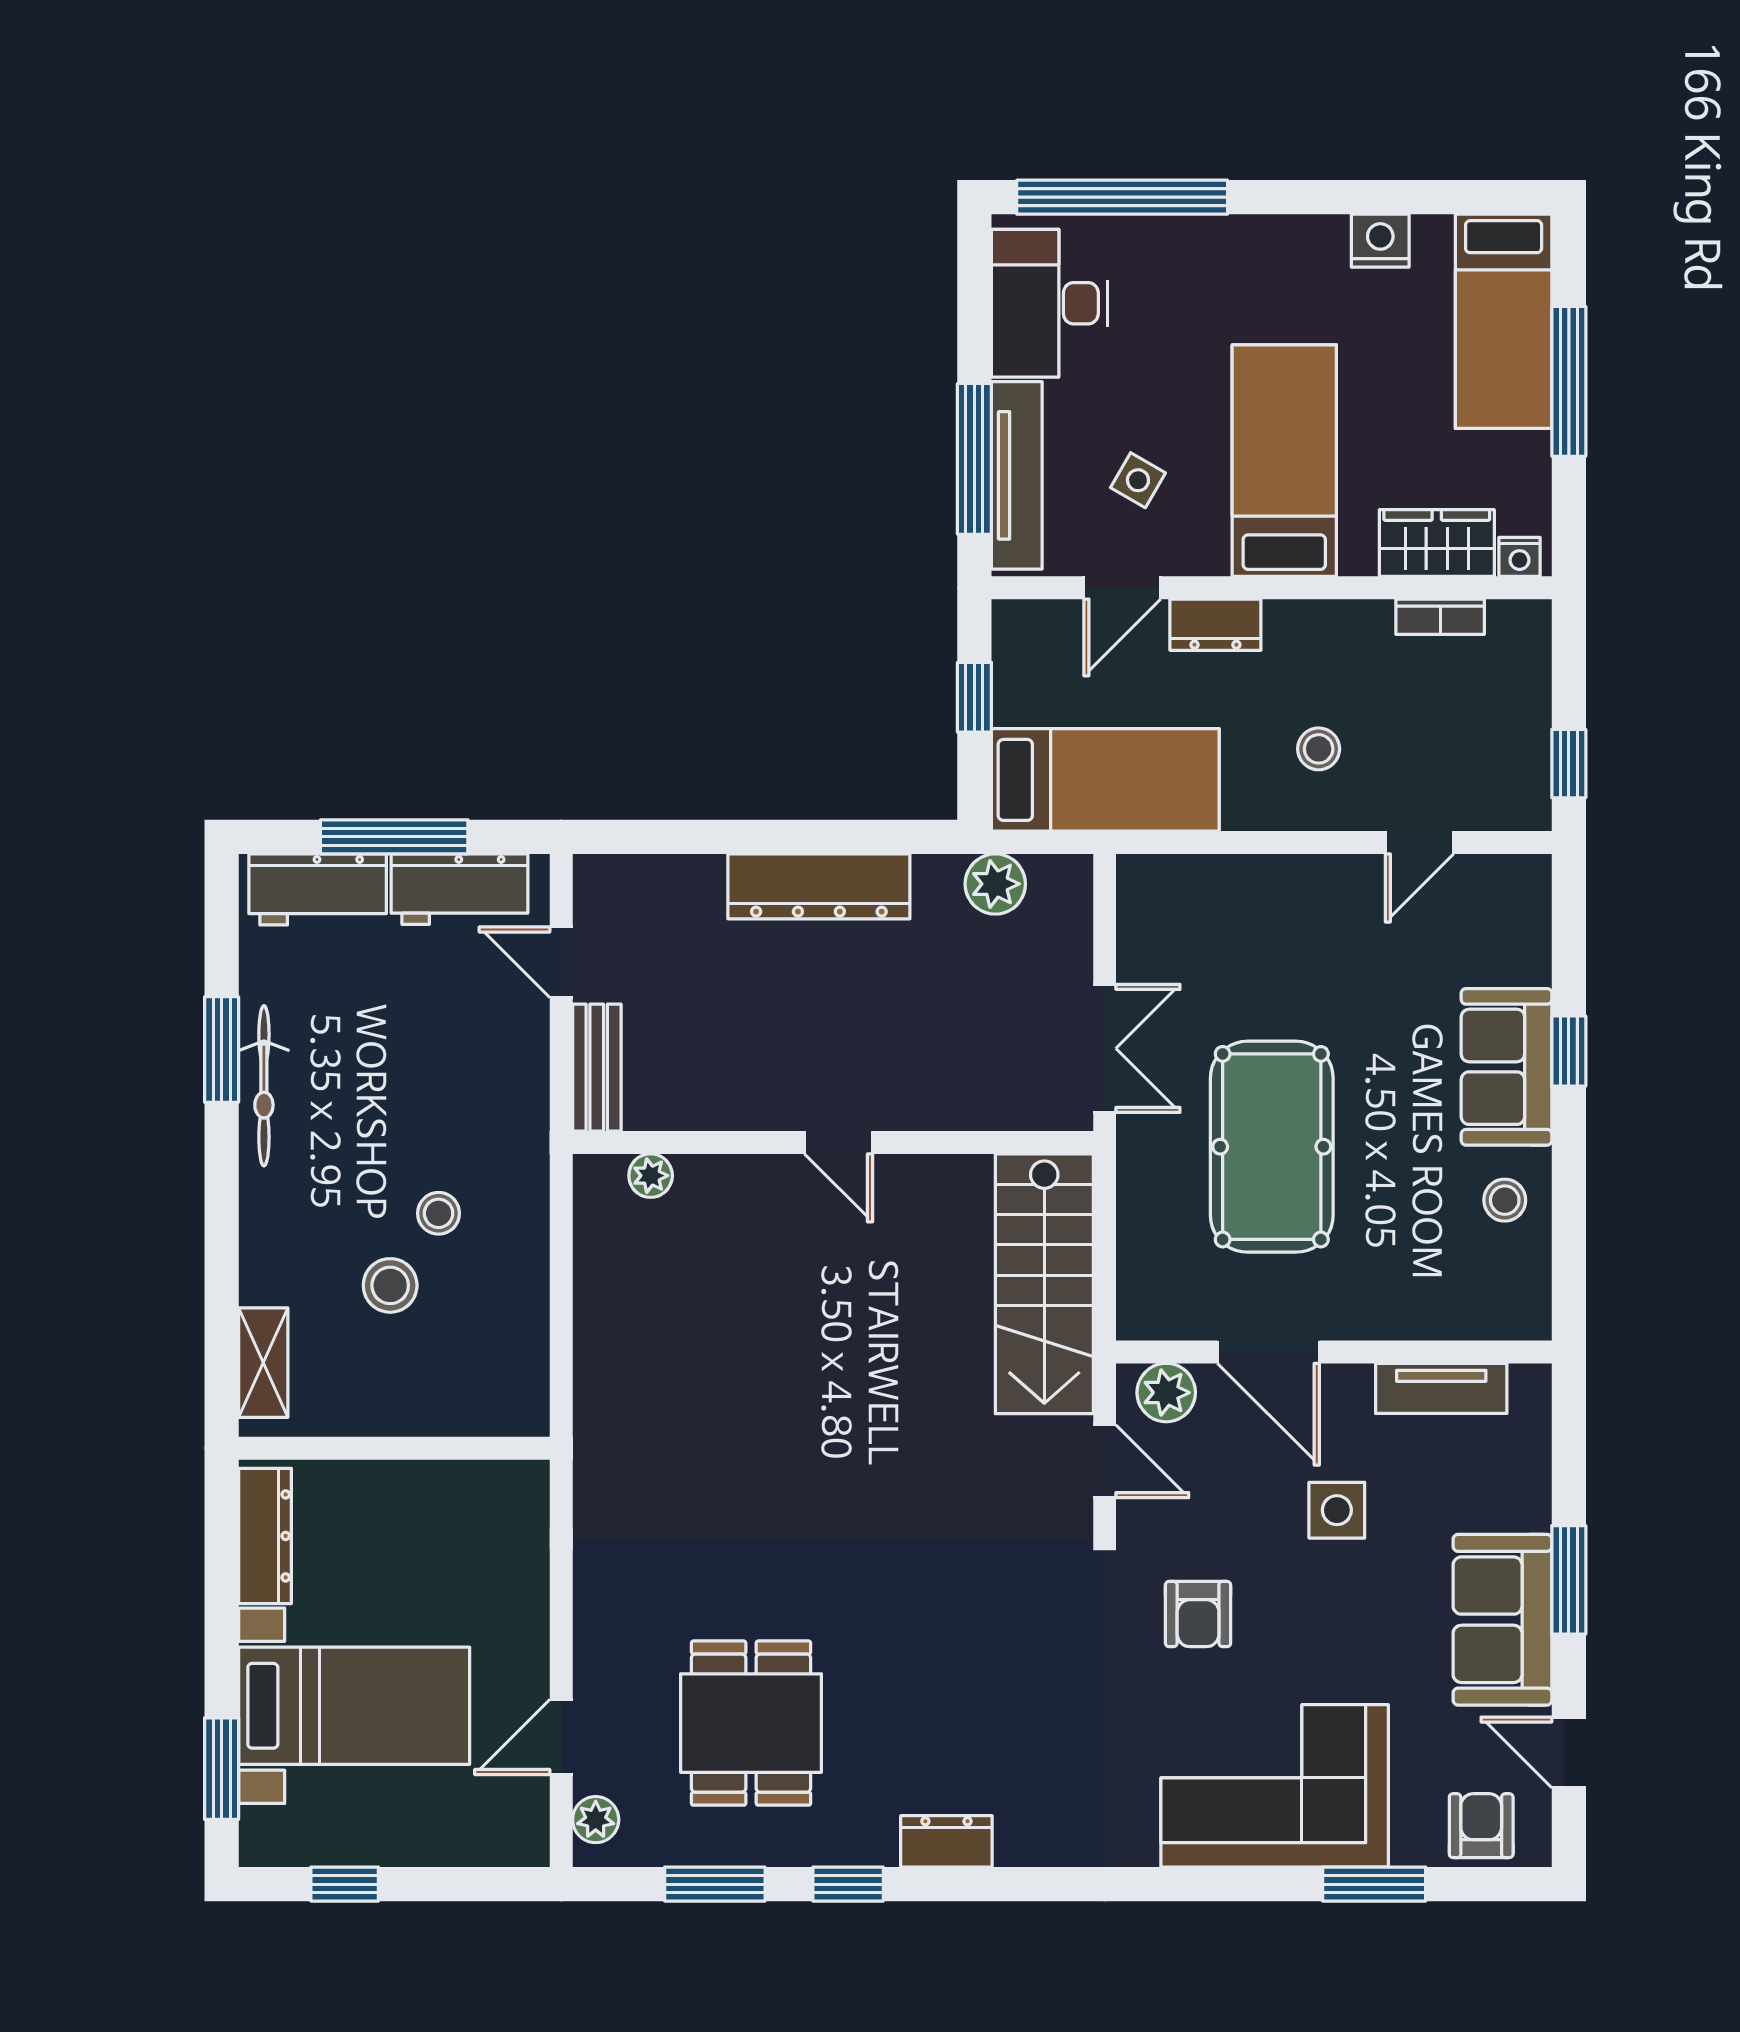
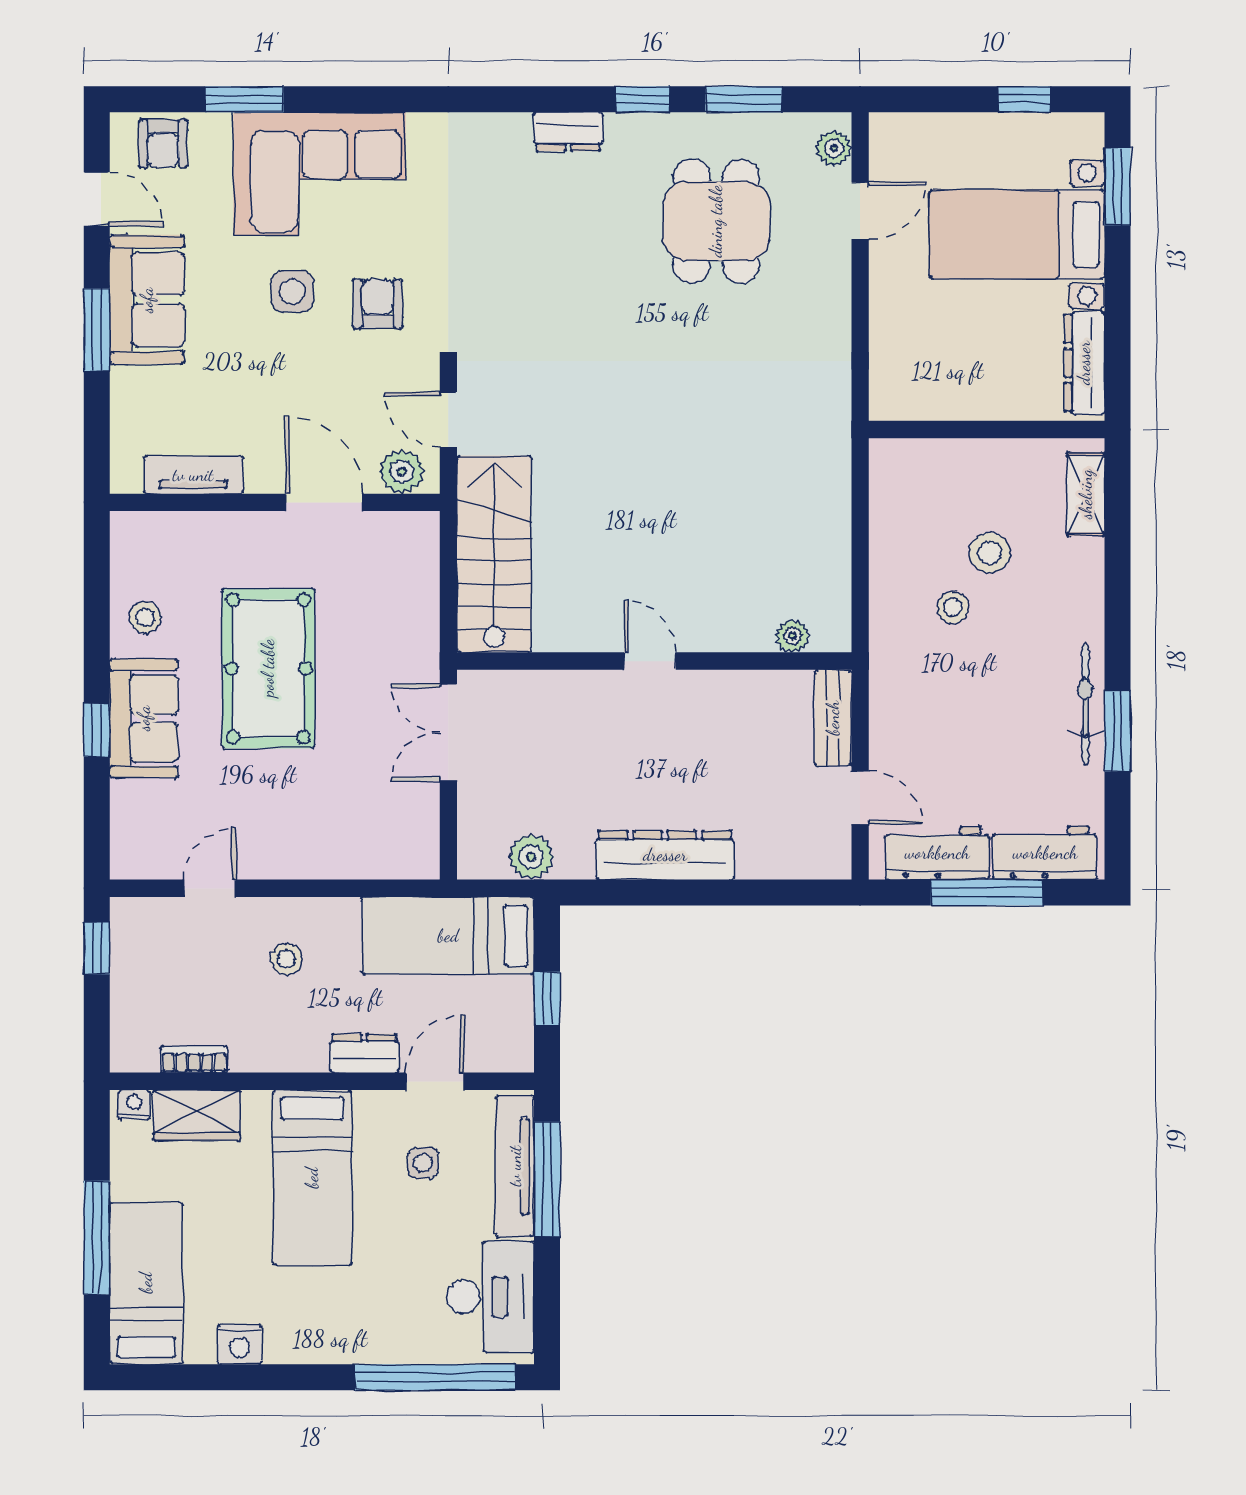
side table: (1138, 480) -> (423, 1163), turned -30
pool table: (1272, 1147) -> (268, 668), moved
side table: (1337, 1510) -> (292, 292), moved

